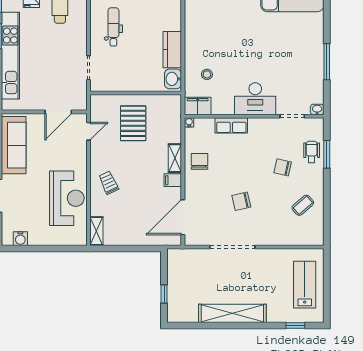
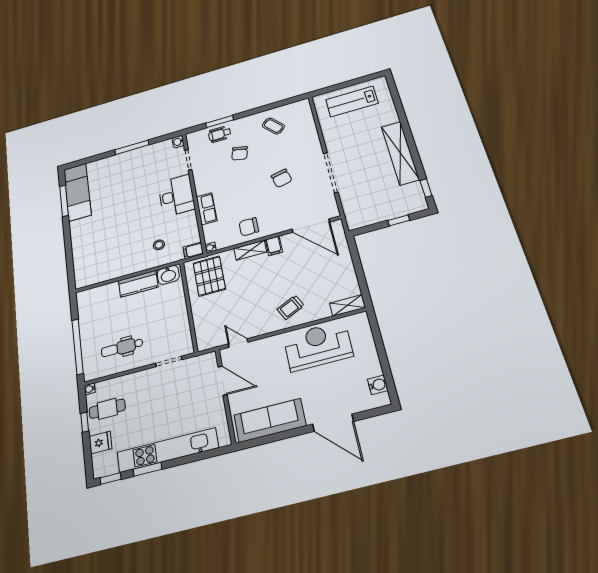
filing cabinet: (198, 106) -> (193, 250), width x0.50
pallet: (133, 123) -> (209, 276), moved, turned 90
window: (295, 325) -> (426, 188), moved

